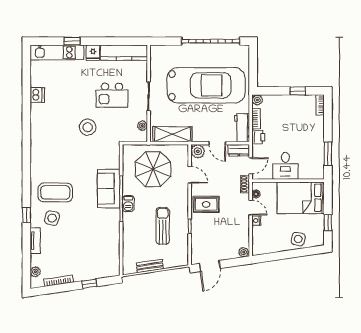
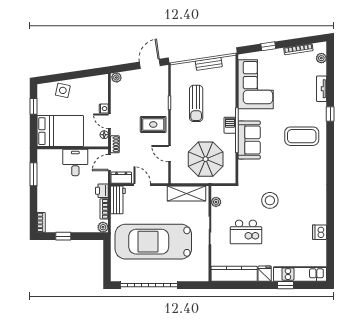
kitchen island: (112, 95) -> (246, 232), turned 180
plant: (198, 151) -> (162, 177), removed
side table: (52, 218) -> (305, 111), removed
corner sofa: (102, 245) -> (256, 84), added

